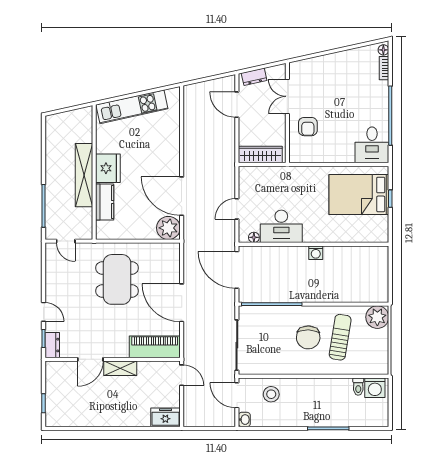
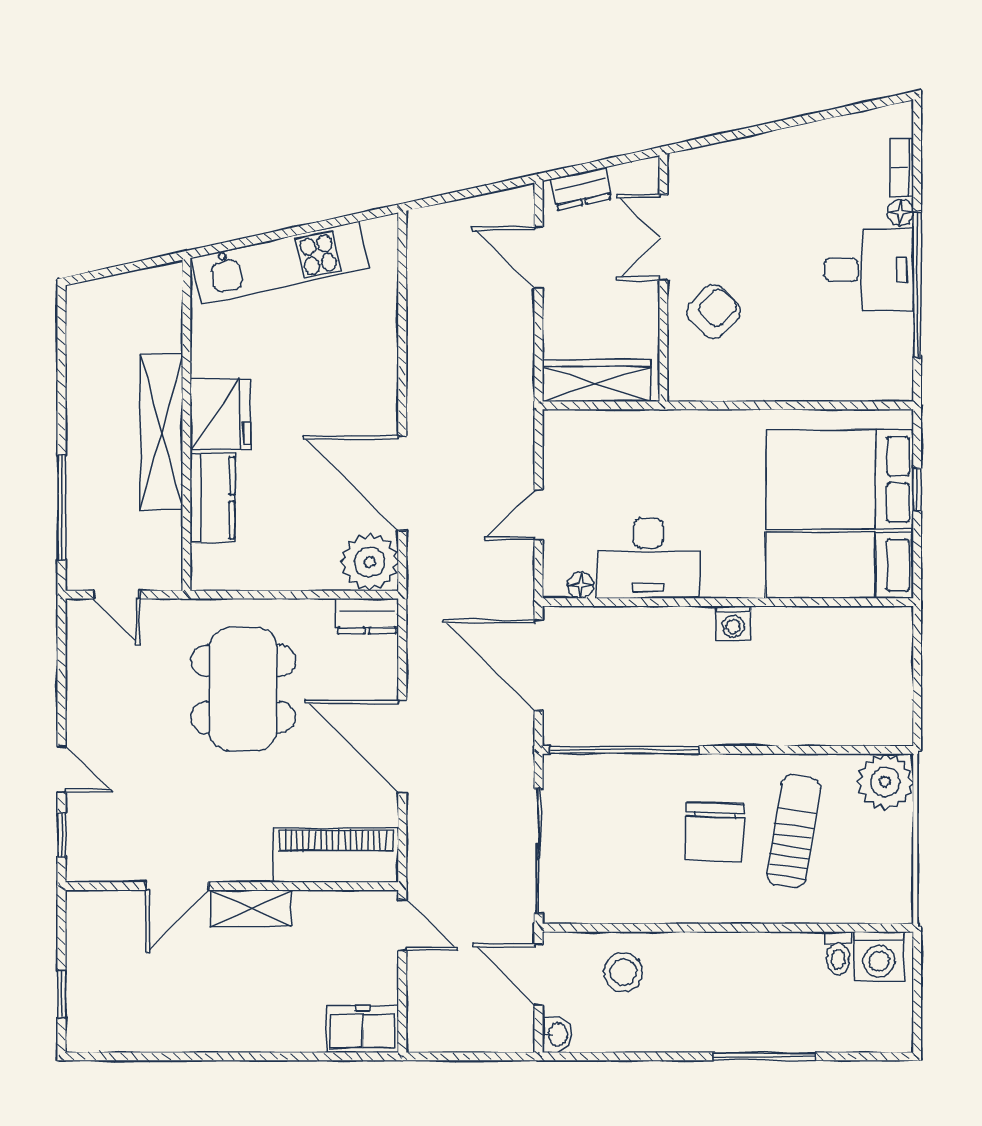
floor lamp: (383, 50) -> (900, 212), moved
armchair: (308, 127) -> (714, 312), turned -134
desk: (372, 145) -> (869, 270), moved, turned -90
bed: (359, 229) -> (839, 565), added
dresser: (52, 345) -> (367, 616), moved, turned 90

